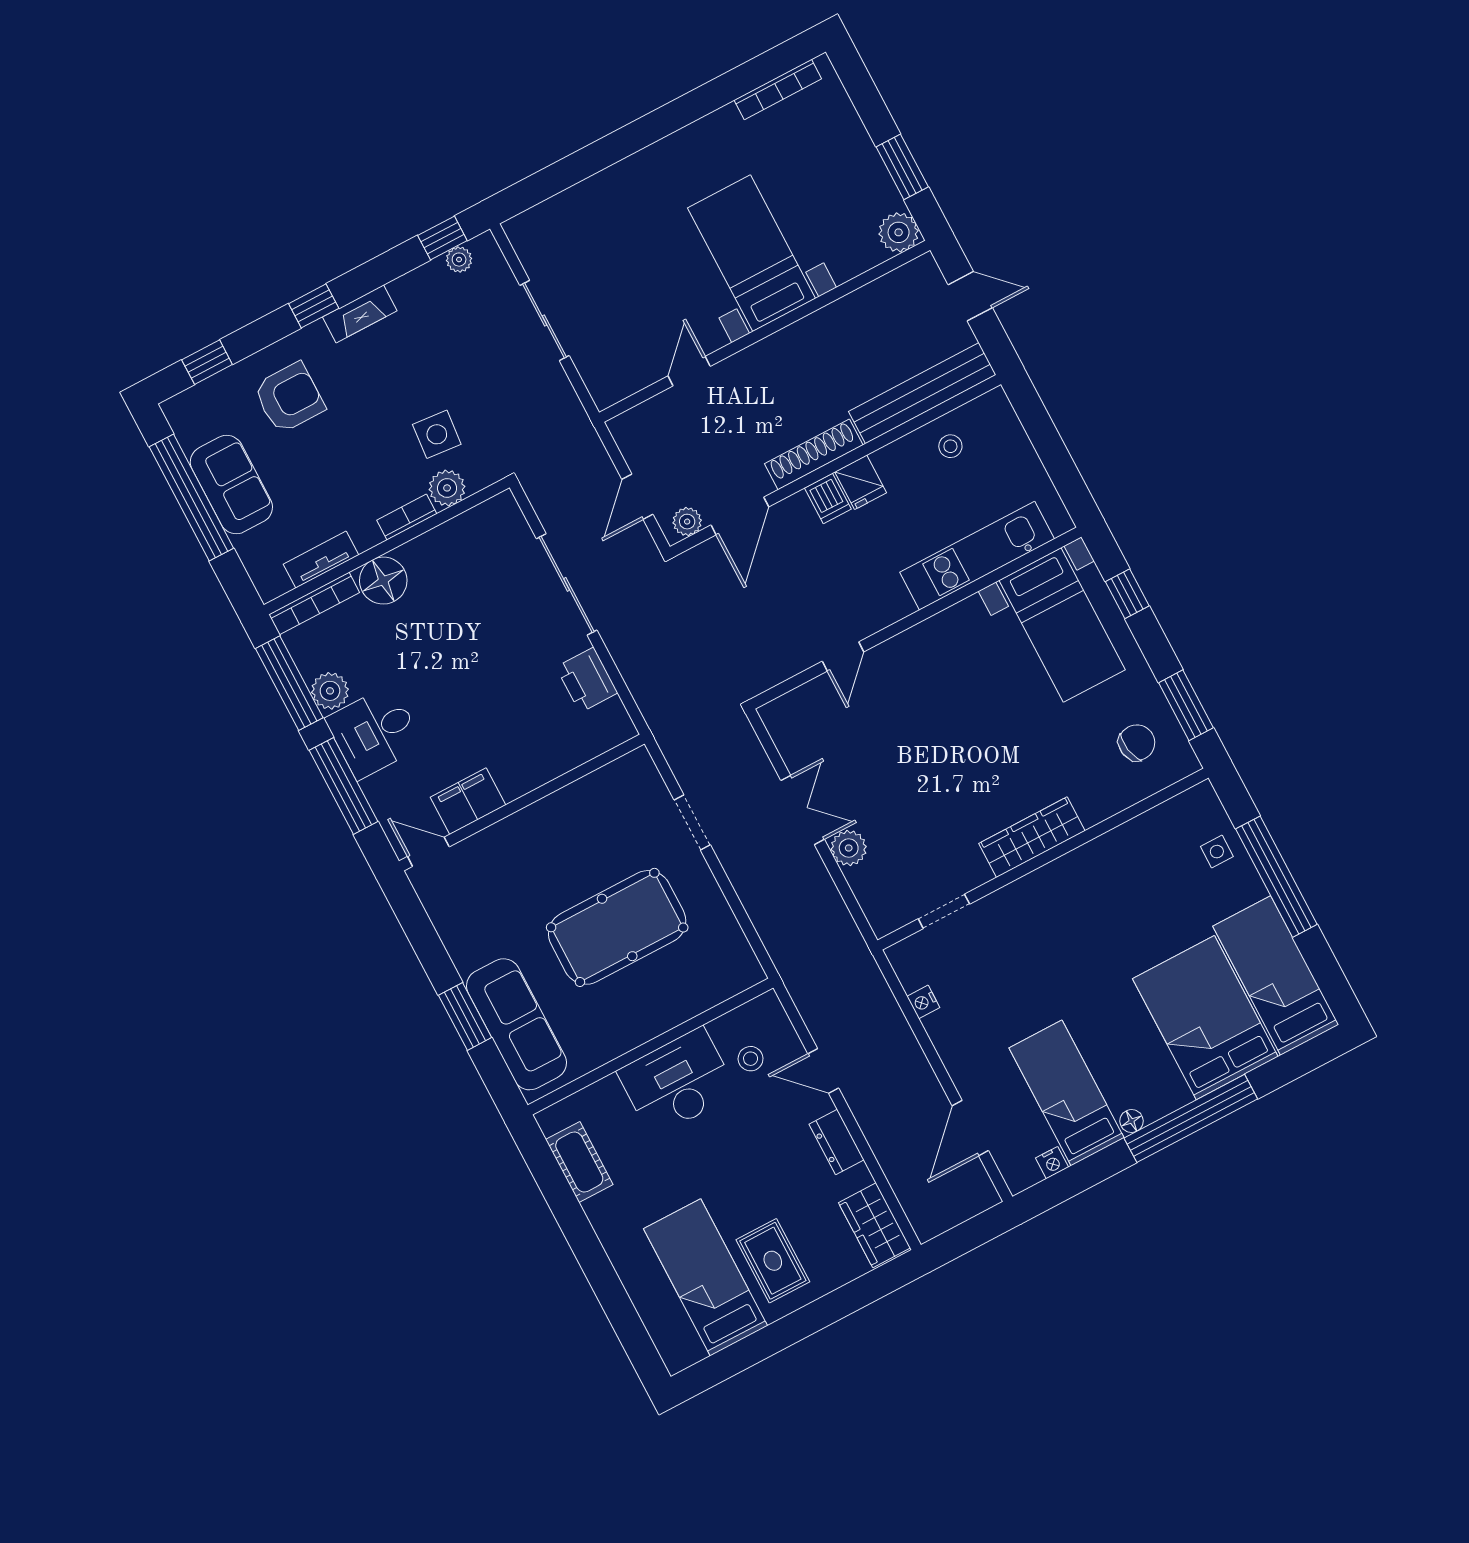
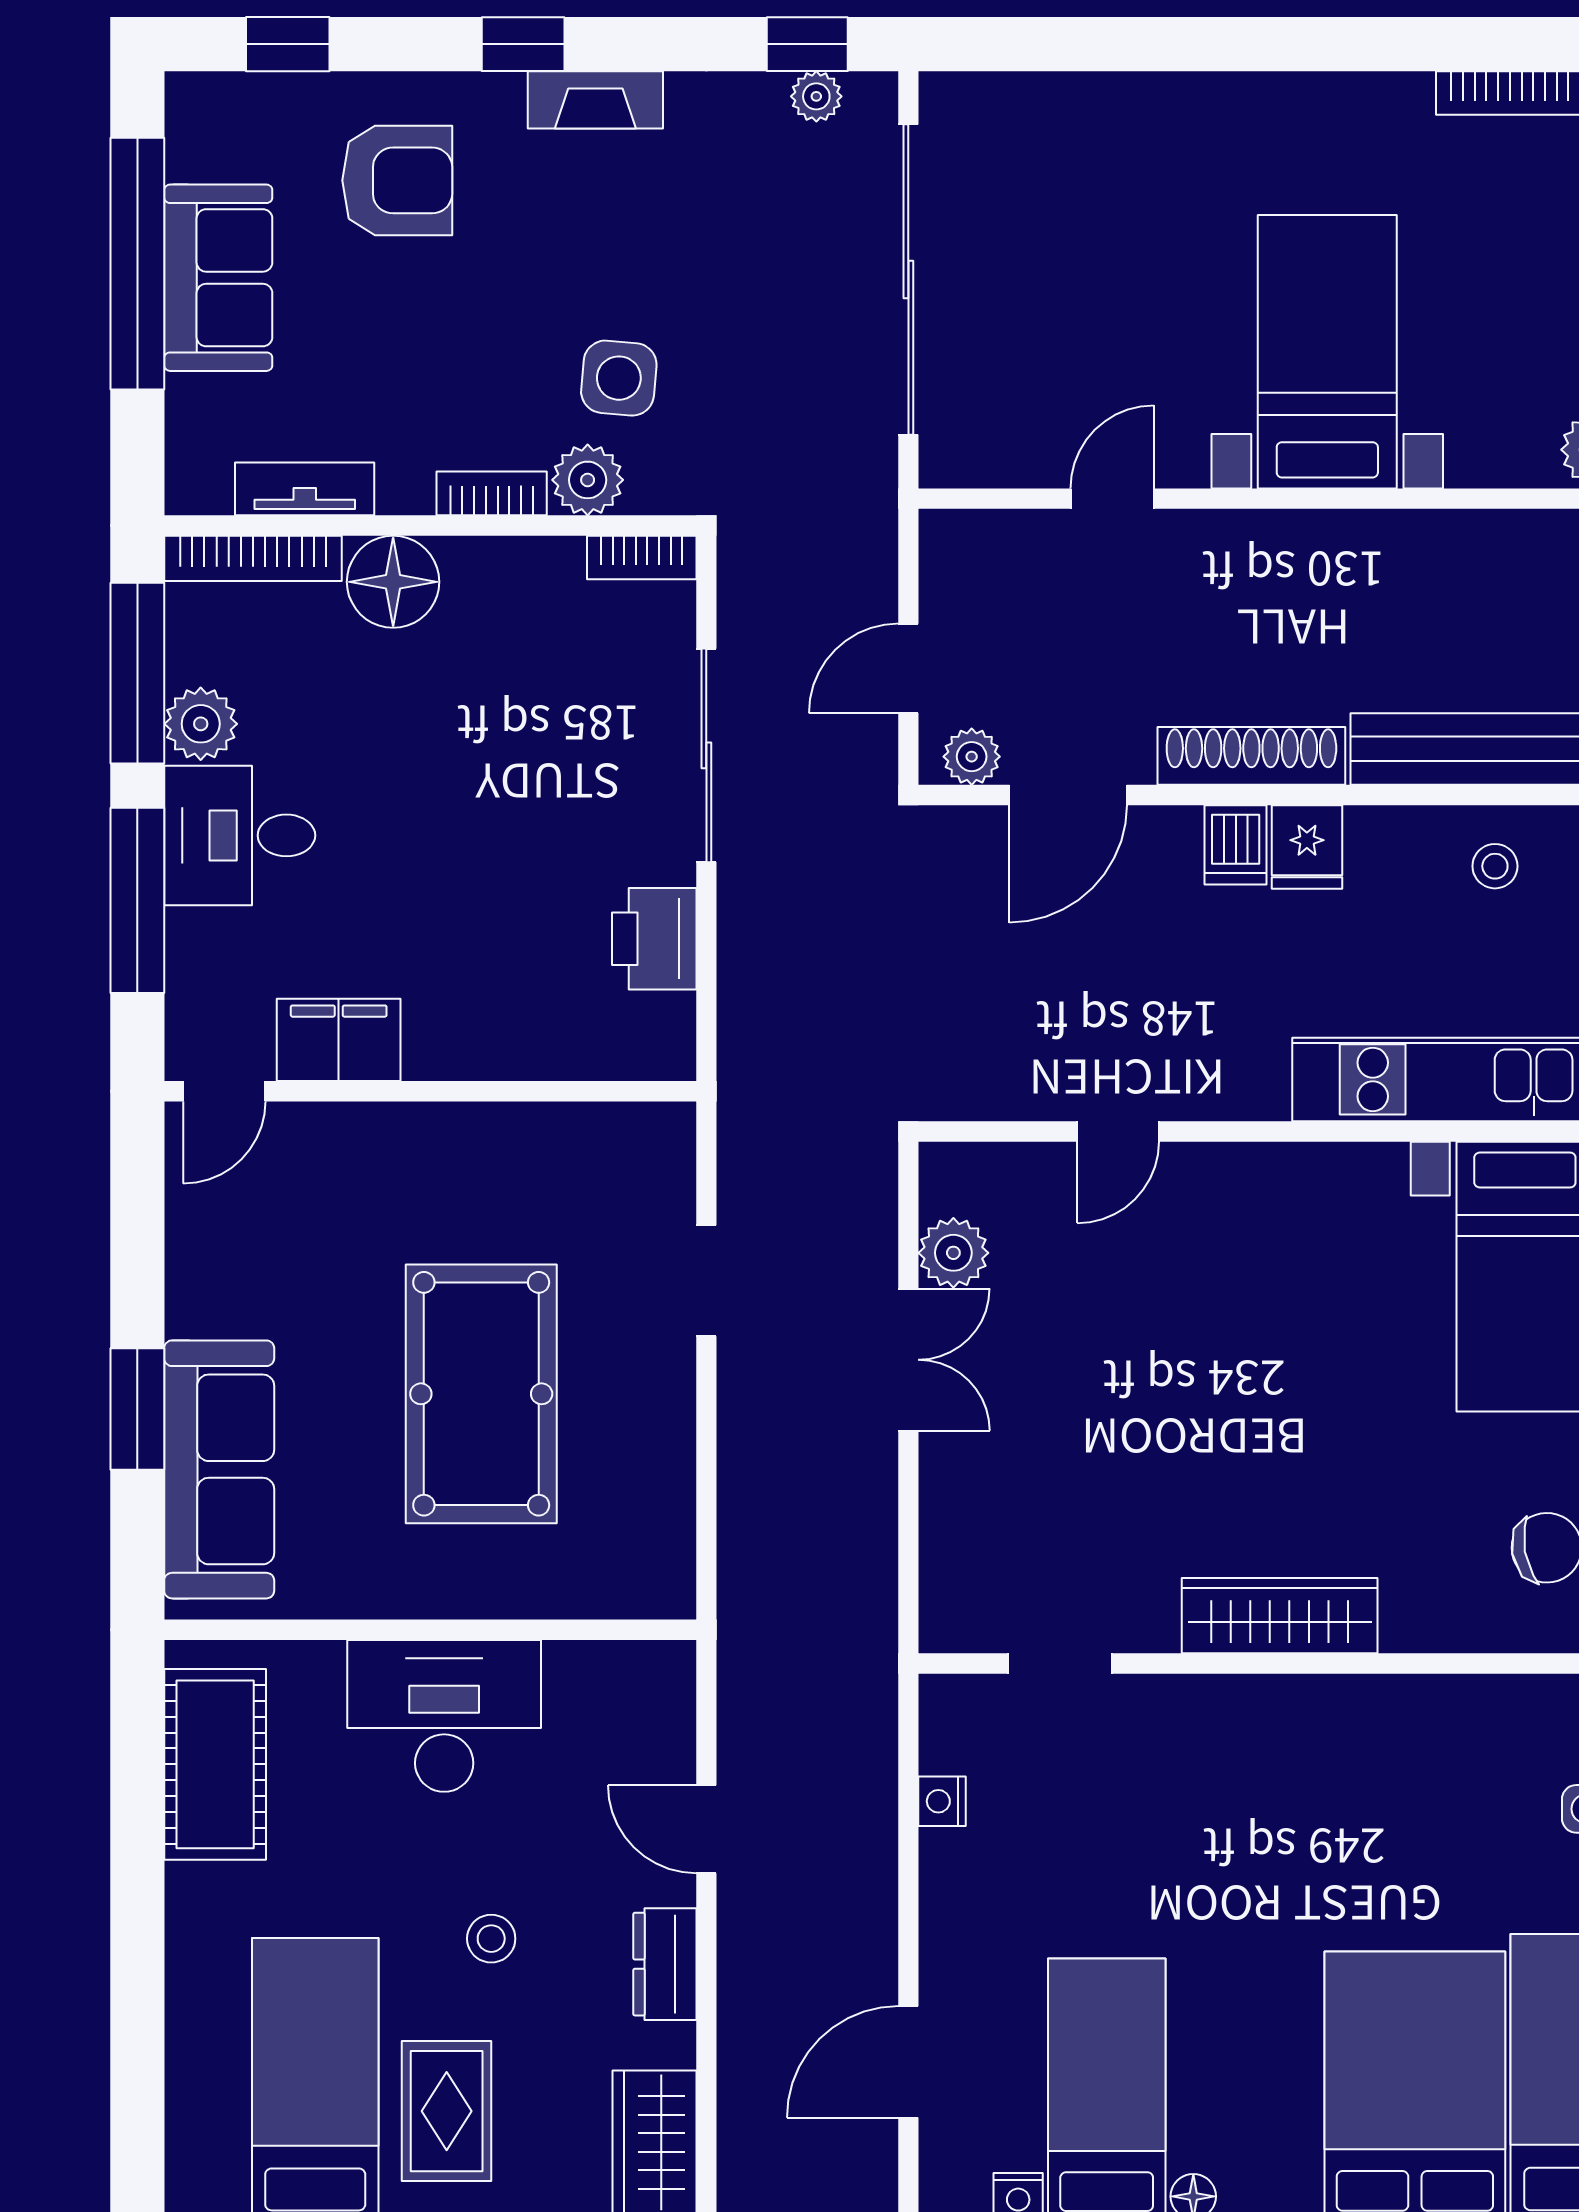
sliding door: (545, 321) -> (908, 280), width x1.86
bookcase: (490, 510) -> (642, 558), added
plant: (849, 848) -> (953, 1253), moved
door: (428, 852) -> (224, 1091), swing flipped
pool table: (617, 927) -> (481, 1394), turned 90
stool: (751, 1059) -> (491, 1939), moved
cot: (579, 1162) -> (215, 1764), width x1.37, depth x1.34

